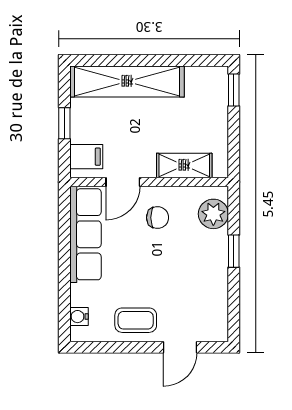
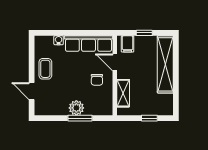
window: (234, 90) -> (149, 118), moved
plant: (213, 214) -> (76, 108), moved
window: (234, 251) -> (80, 118), width x1.50
water cooler: (79, 317) -> (59, 40), moved

